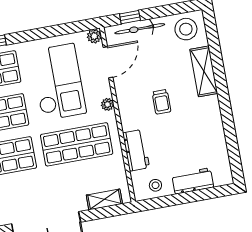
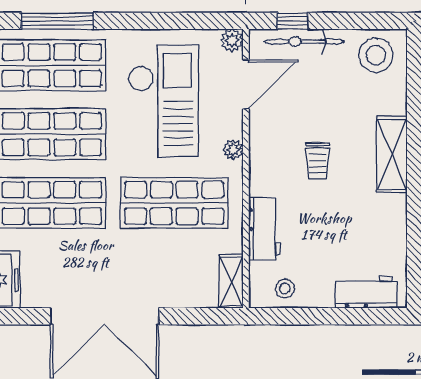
shelving: (204, 71) -> (392, 155), moved
workbench: (193, 181) -> (366, 292), moved
shelving: (104, 199) -> (231, 281), moved, turned 90

